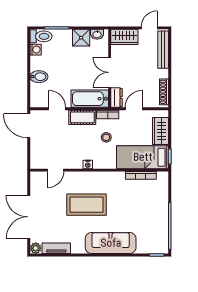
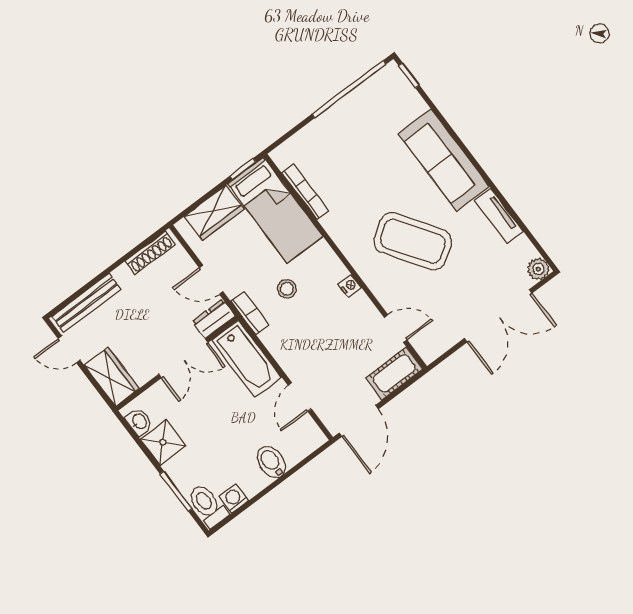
cot: (82, 117) -> (394, 373), moved, turned 90
coffee table: (87, 205) -> (413, 241), turned -34
tv unit: (56, 248) -> (499, 216), moved

